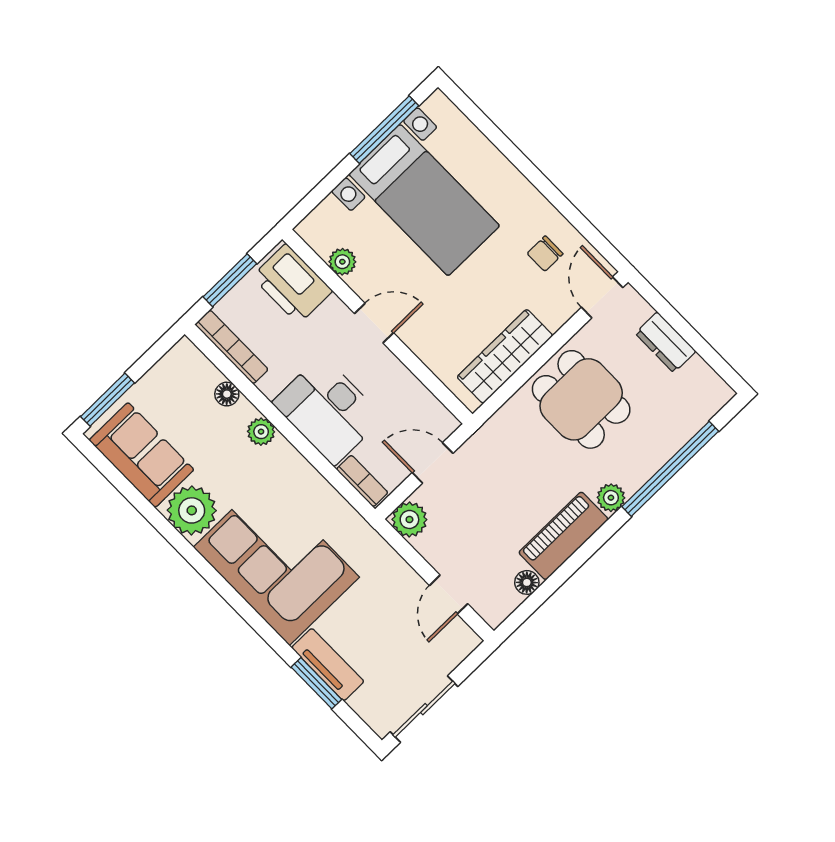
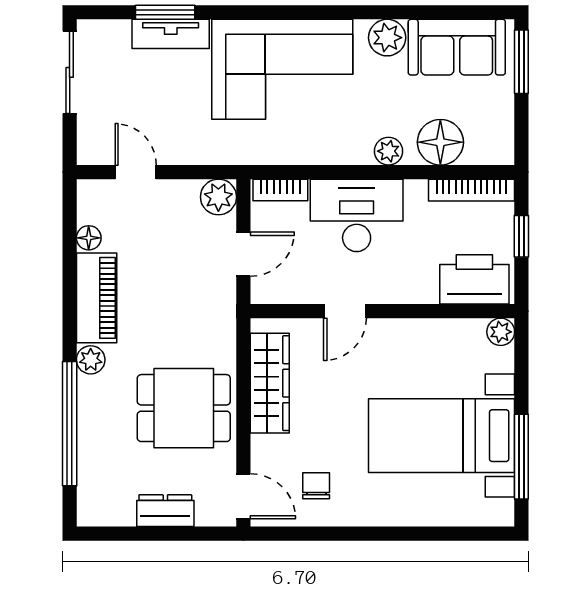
plant: (342, 262) -> (501, 332), moved
window: (230, 280) -> (521, 236), width x0.67
door: (374, 323) -> (345, 311), moved
floor lamp: (227, 394) -> (440, 142), width x1.89, depth x1.89
plant: (192, 510) -> (387, 38), width x0.73, depth x0.73

